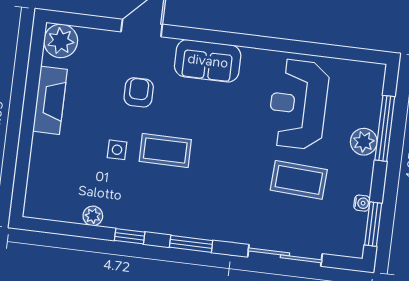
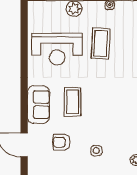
coffee table: (165, 151) -> (73, 102), moved

